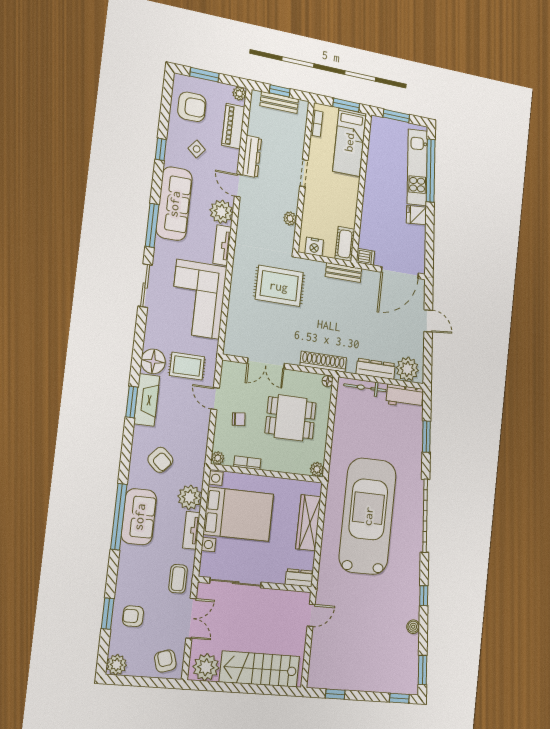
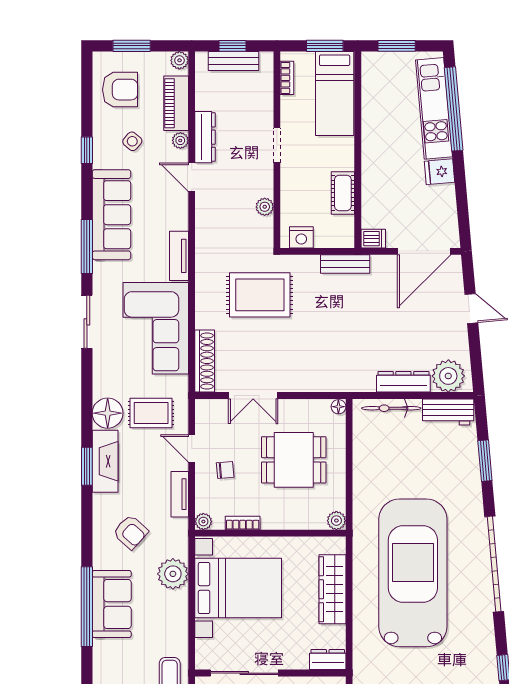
plant: (221, 212) -> (180, 140), moved, width x0.53, depth x0.53
cot: (345, 244) -> (343, 193), moved
shoe rack: (323, 362) -> (205, 361), moved, turned 90
tv unit: (191, 530) -> (180, 494), moved

